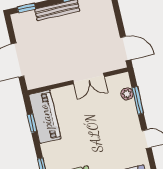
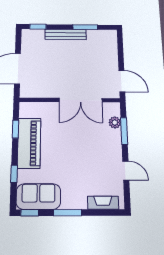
double door: (88, 79) -> (81, 100), width x1.37
piano: (45, 117) -> (29, 143), moved

